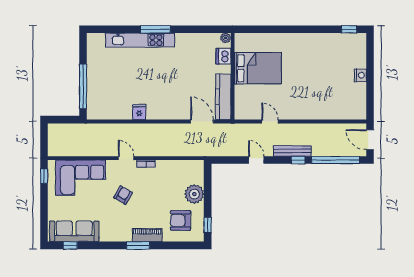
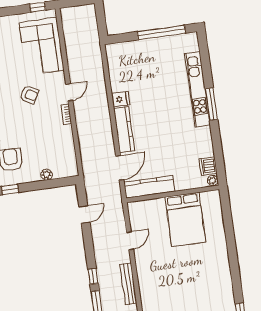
dishwasher: (223, 56) -> (208, 166), moved, turned -90
window: (83, 86) -> (161, 32), moved
kitchen counter: (167, 113) -> (124, 130), added
bench: (292, 151) -> (128, 284), moved
door: (256, 160) -> (84, 214), moved
plant: (194, 194) -> (47, 175), width x0.53, depth x0.53

